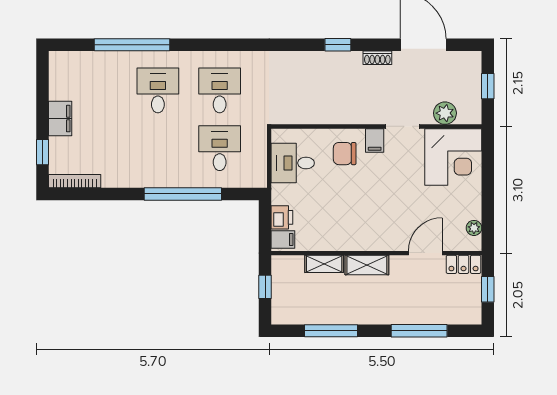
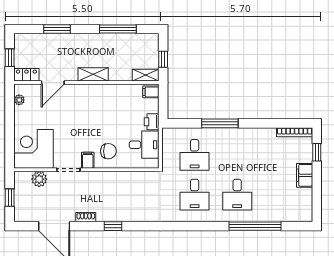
window: (183, 194) -> (220, 123), width x0.68
printer: (282, 217) -> (152, 122), moved
shelving: (324, 264) -> (146, 75), moved
window: (419, 331) -> (57, 29), width x0.69

